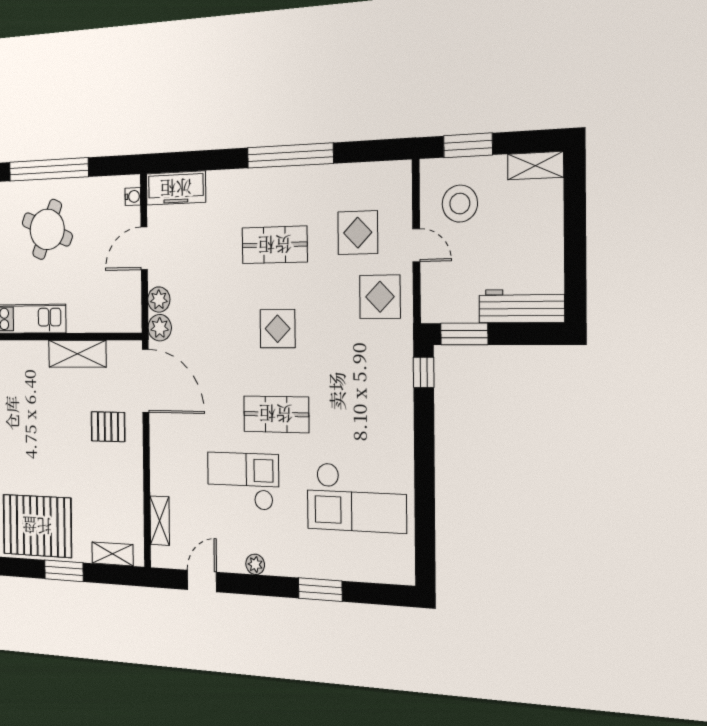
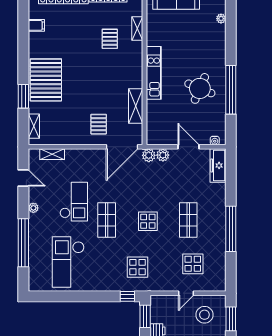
display table: (380, 297) -> (138, 267), moved
window: (320, 590) -> (23, 243), width x2.11

